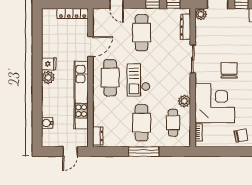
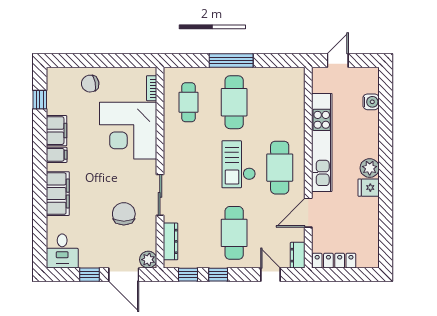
chair: (229, 70) -> (124, 214), moved, turned 180
checkout: (138, 80) -> (239, 164), turned 180
plant: (184, 101) -> (172, 134), removed
dresser: (98, 136) -> (298, 255), moved

